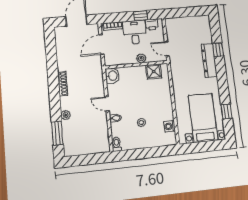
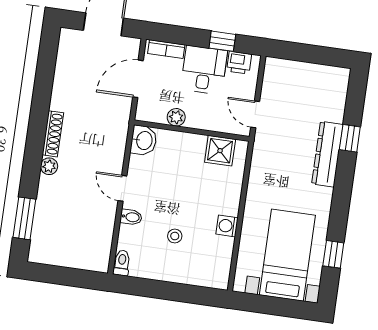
plant: (141, 58) -> (176, 117), moved
plant: (66, 115) -> (49, 166), moved
washing machine: (169, 126) -> (227, 226), moved

